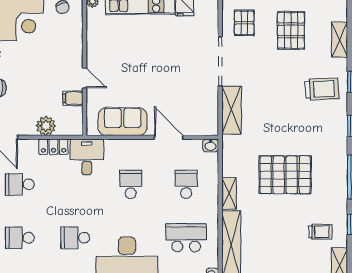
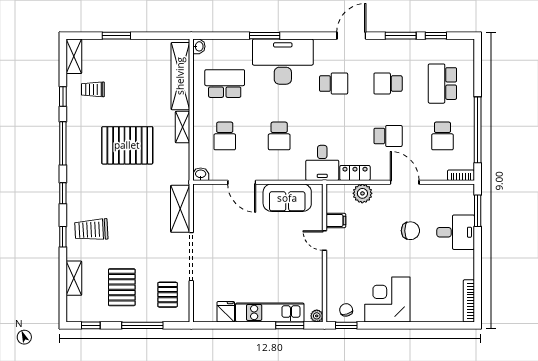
school desk: (20, 238) -> (388, 84), turned 180
school desk: (186, 238) -> (225, 84), turned 180

